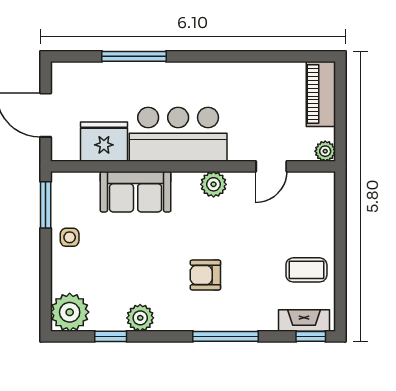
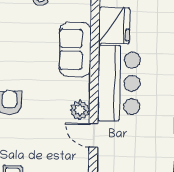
door: (271, 166) -> (93, 135), moved

